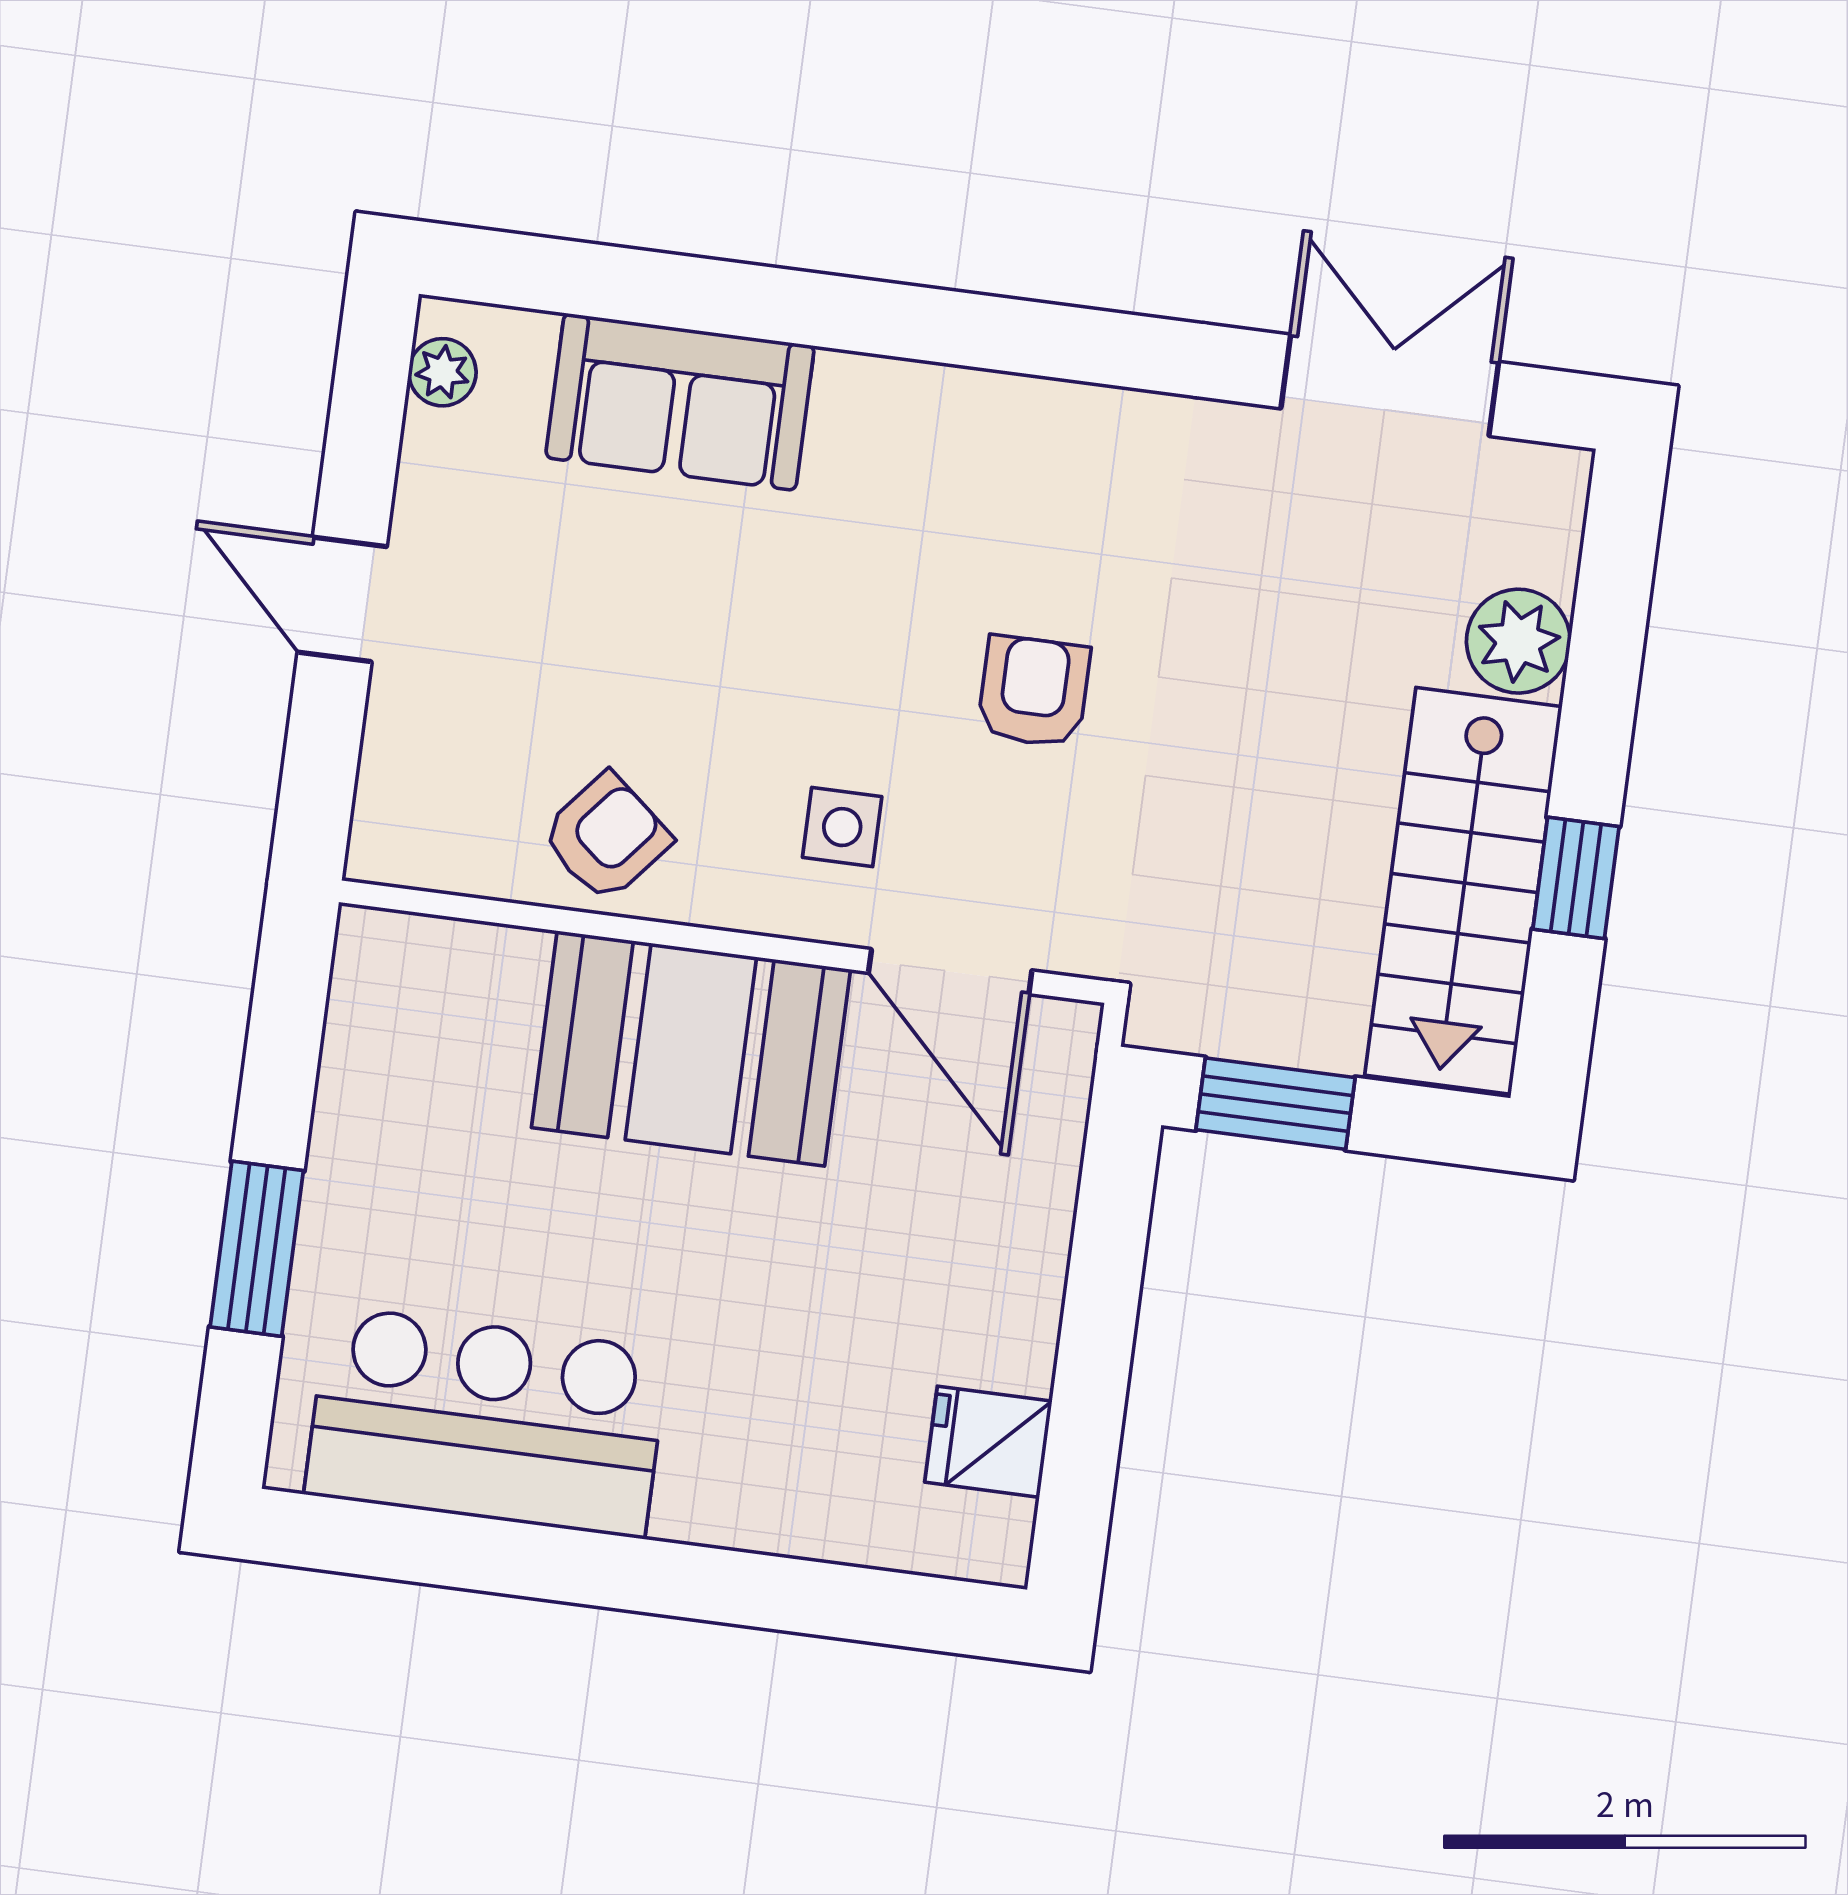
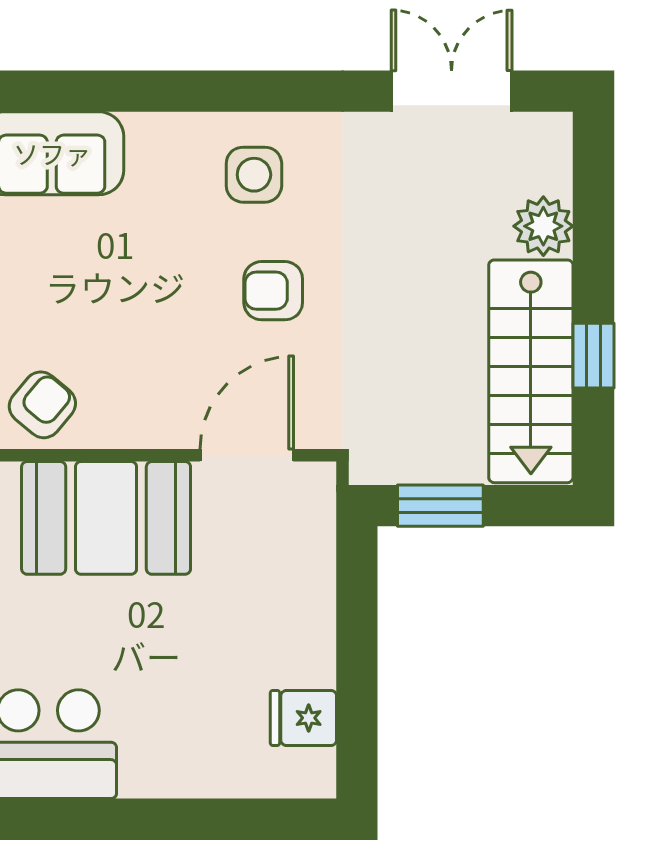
armchair: (1034, 691) -> (273, 291), turned -90
side table: (842, 827) -> (254, 175), moved, width x1.37, depth x1.37
door: (950, 972) -> (247, 455), swing flipped

